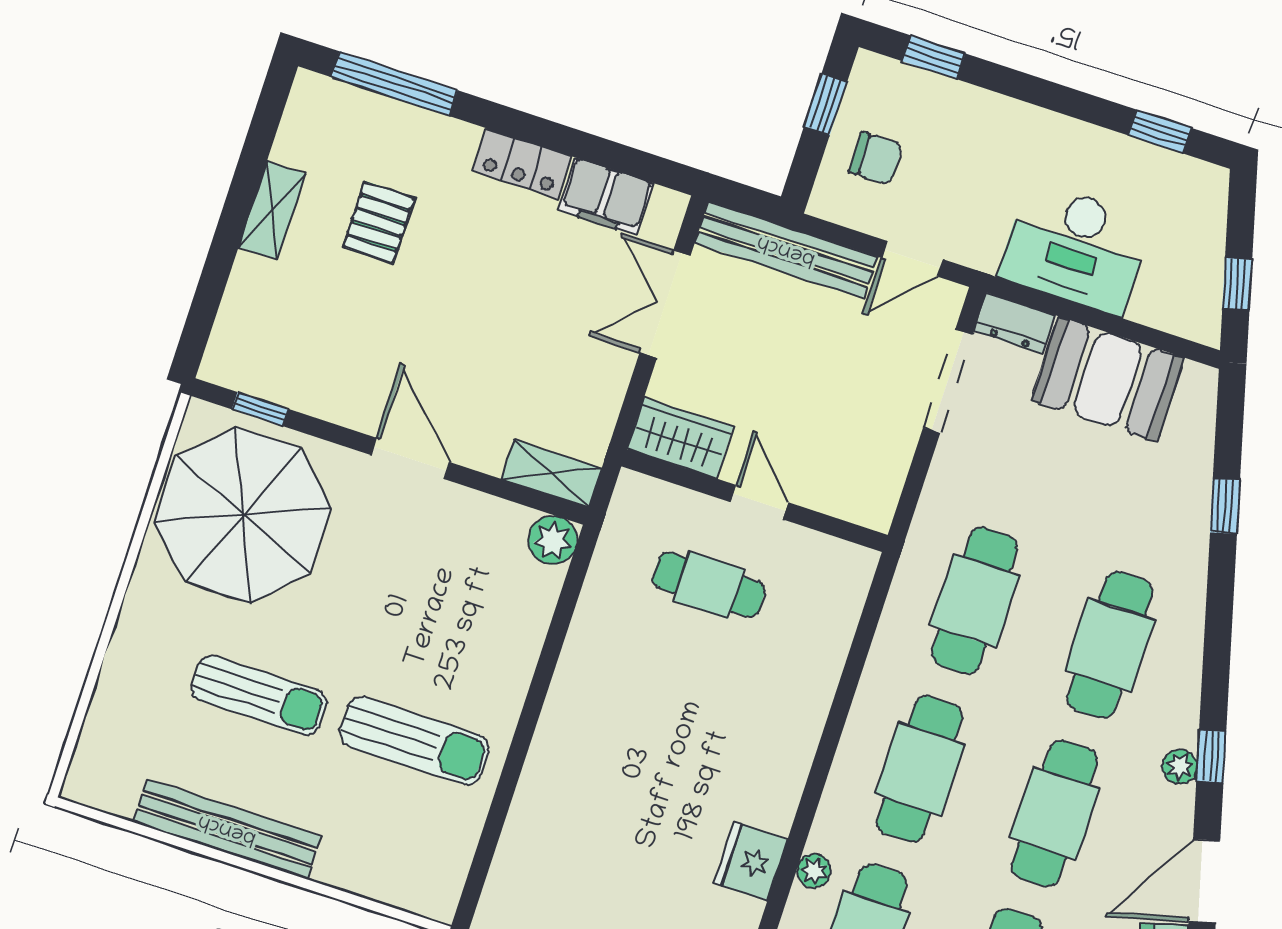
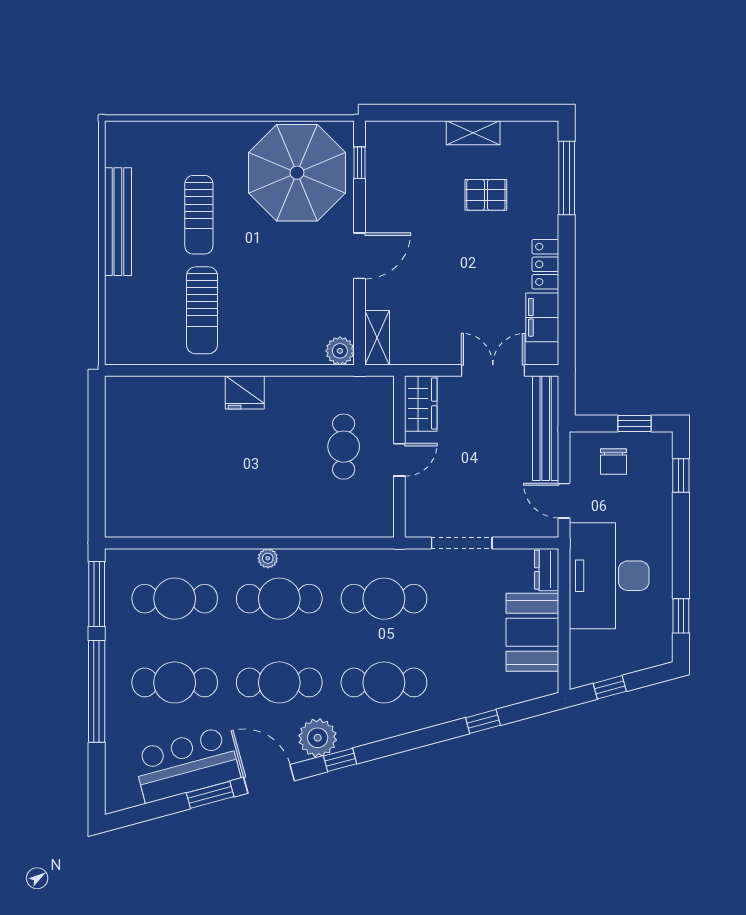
desk: (1075, 248) -> (609, 576), width x1.36, depth x1.30
doorway: (948, 381) -> (462, 543), moved
plant: (1180, 767) -> (318, 738), width x1.87, depth x1.87
fridge: (751, 861) -> (245, 392), moved, turned 180
plant: (814, 871) -> (268, 558), moved

